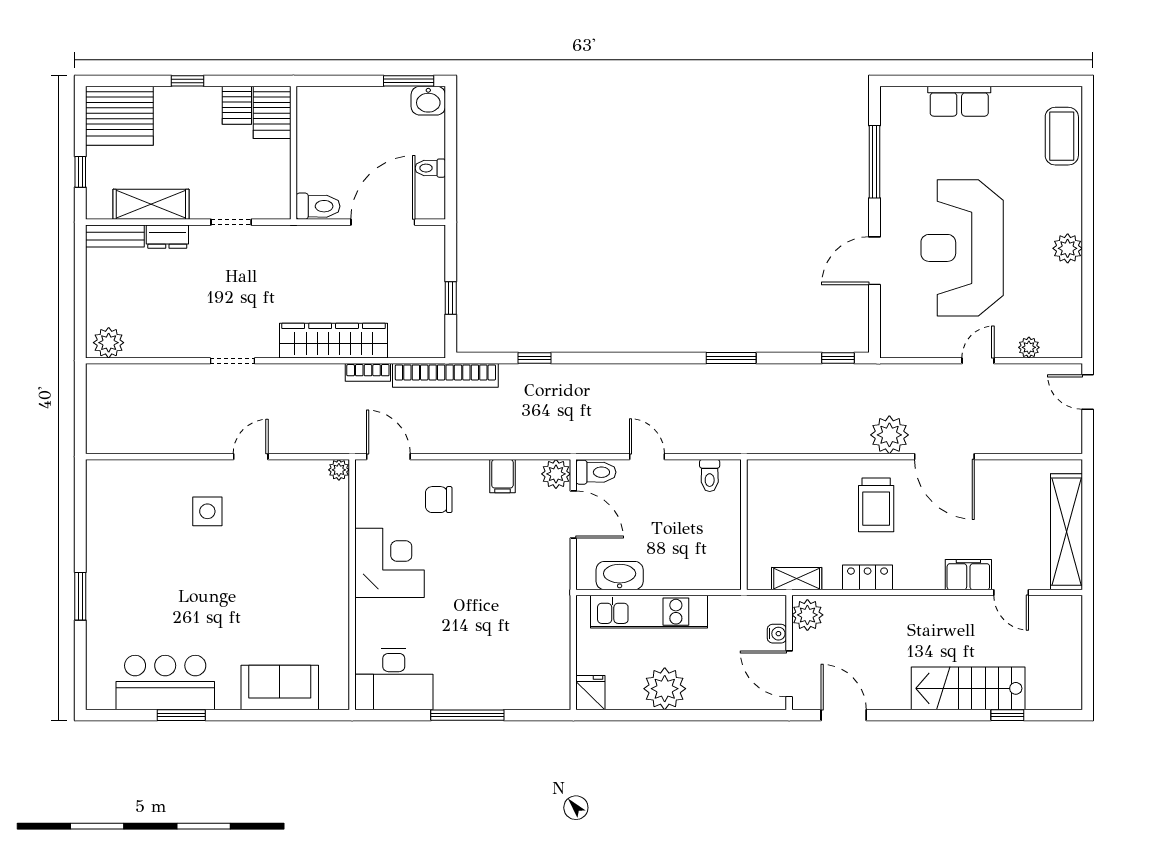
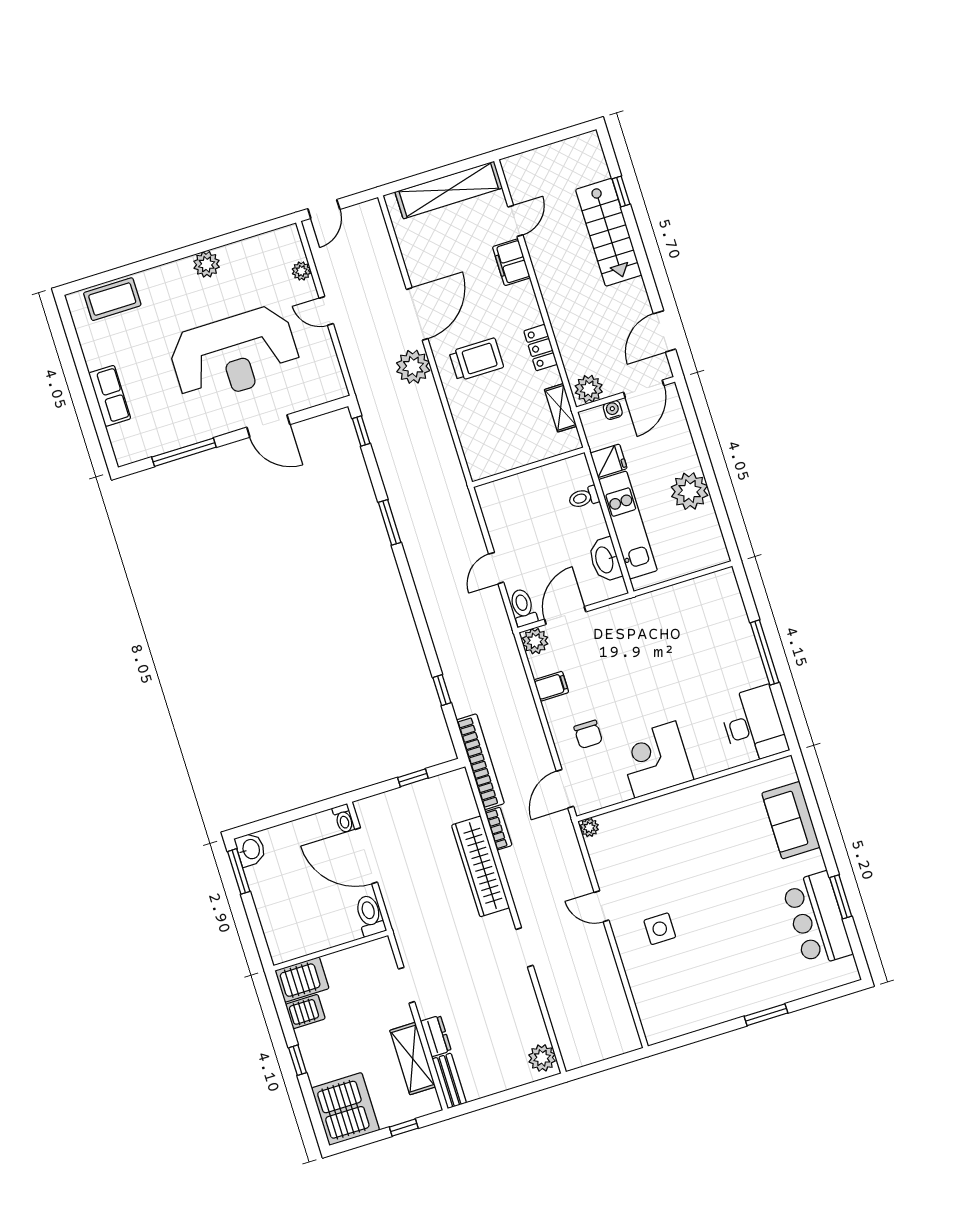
toilet: (430, 168) -> (343, 819), moved
toilet: (710, 476) -> (584, 497), moved, turned 180
fridge: (590, 693) -> (609, 461), moved, turned 180

